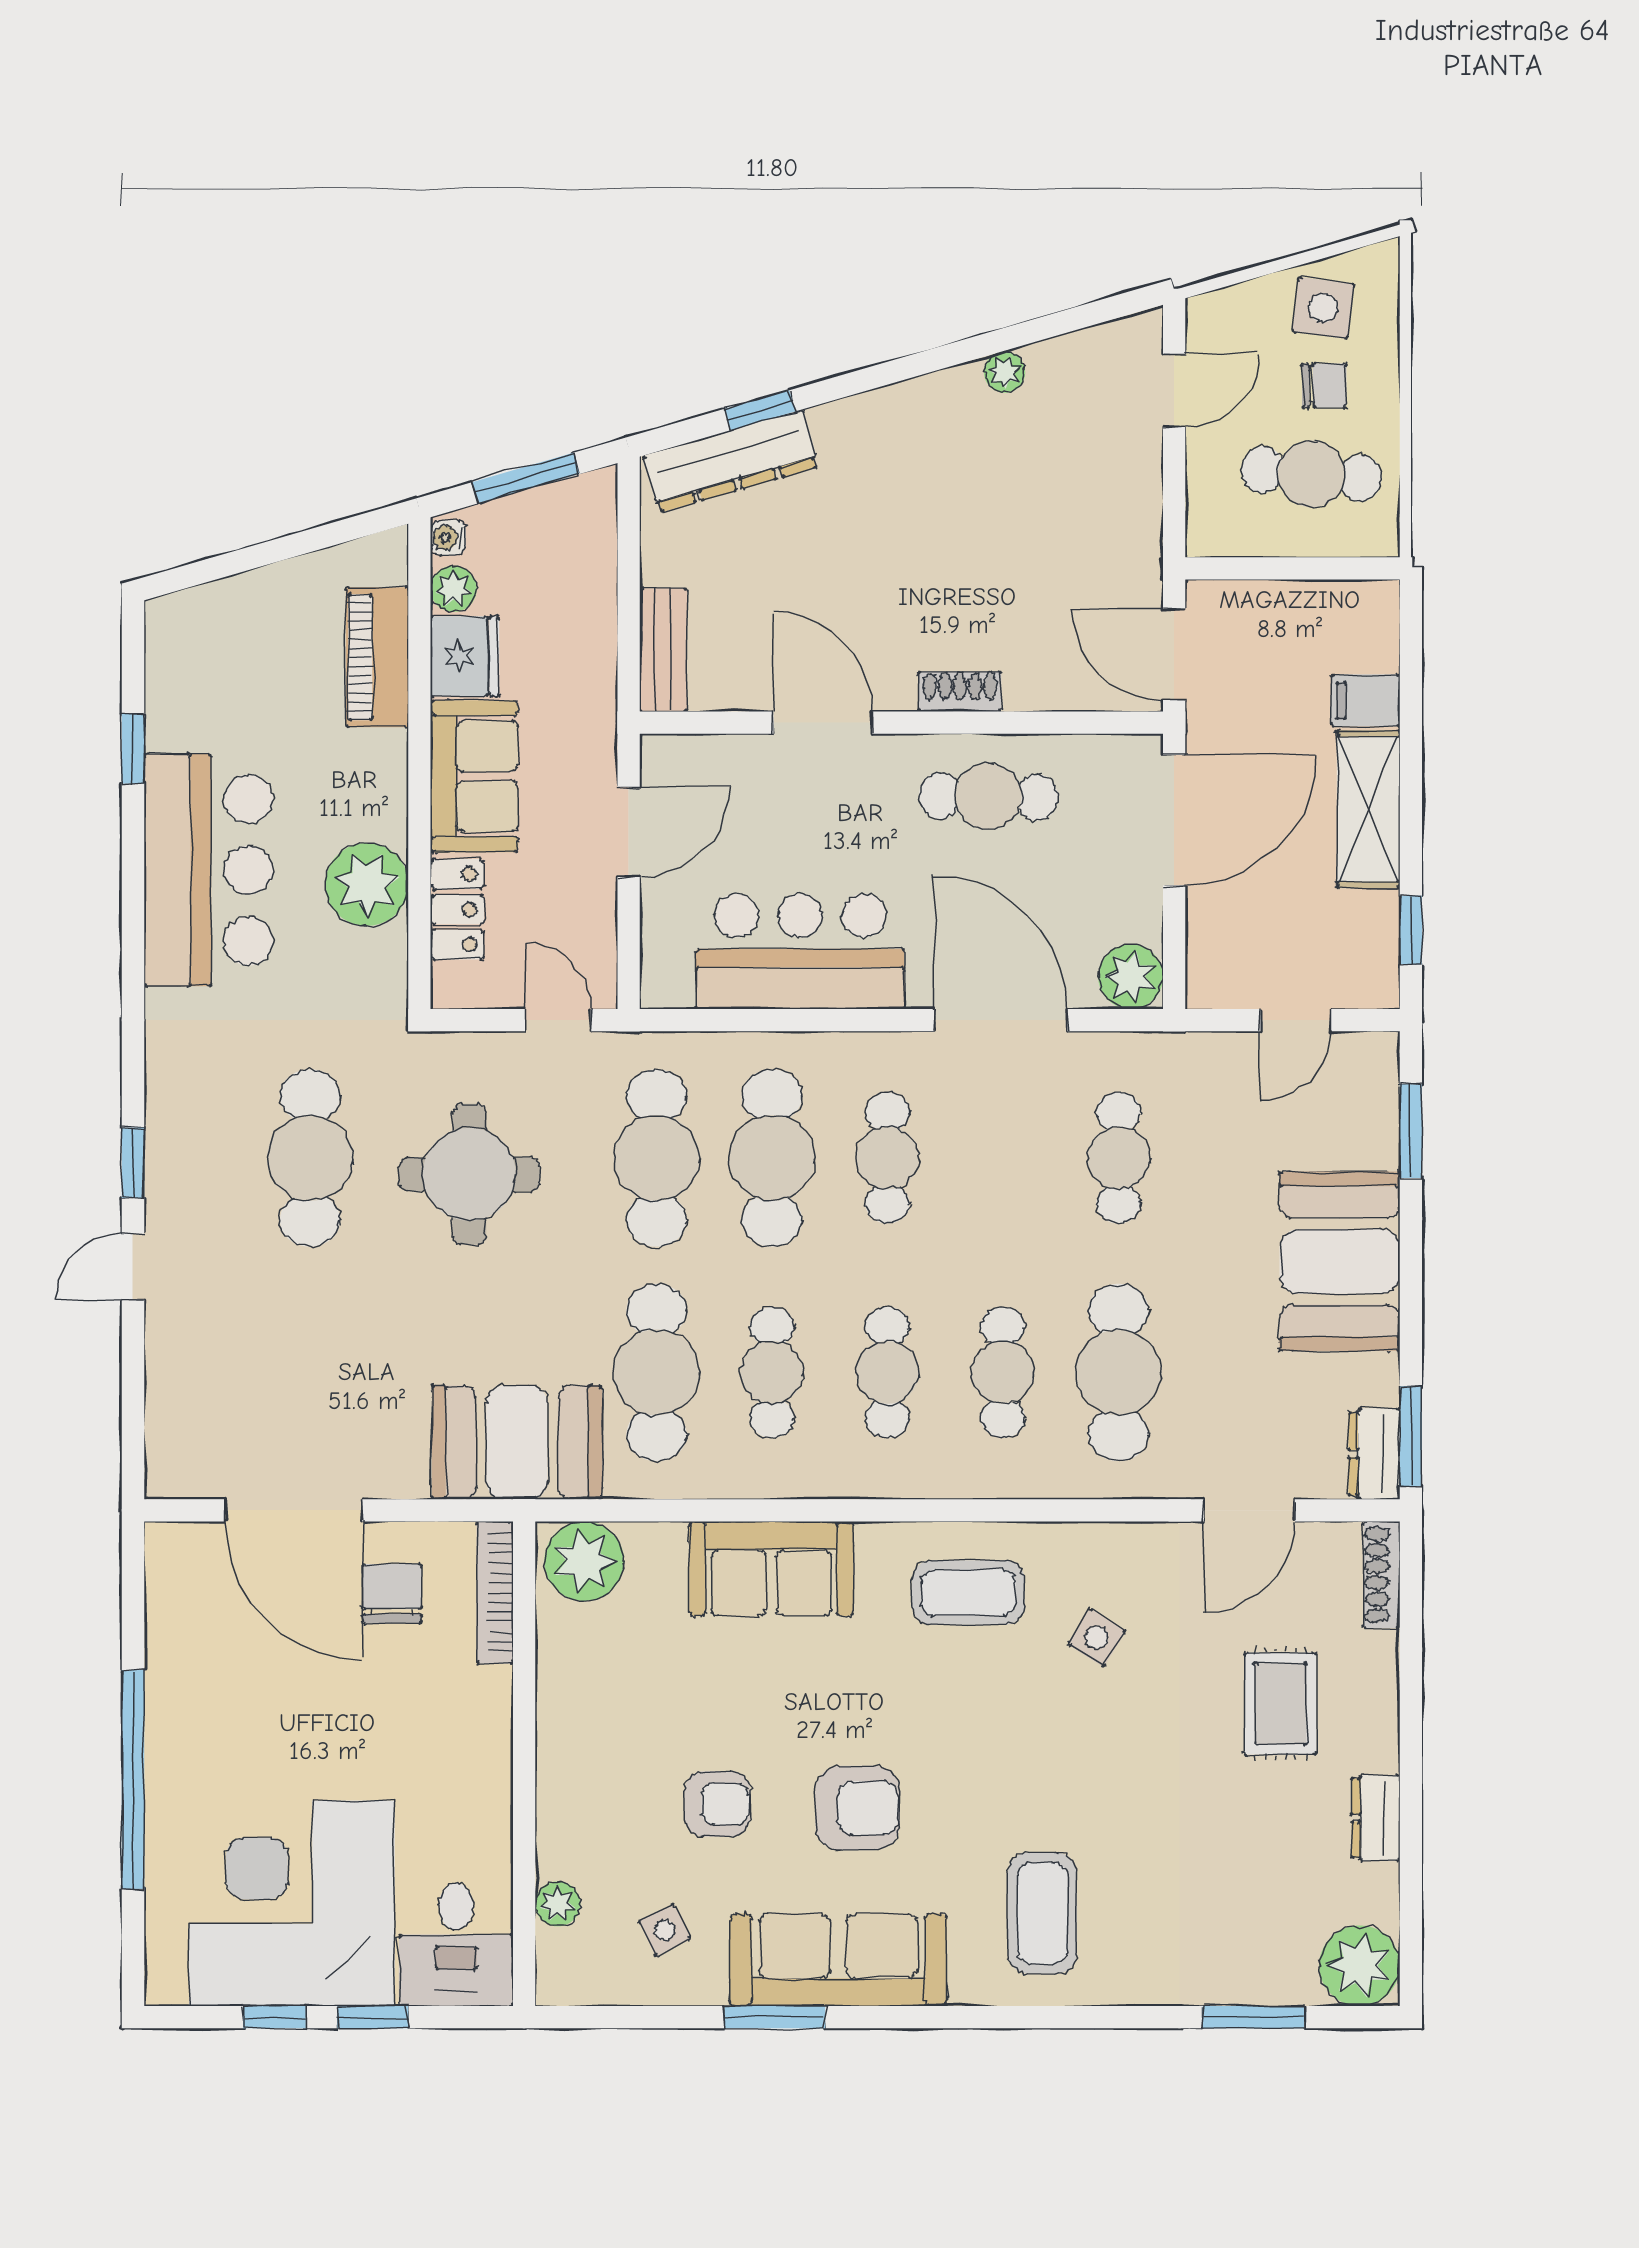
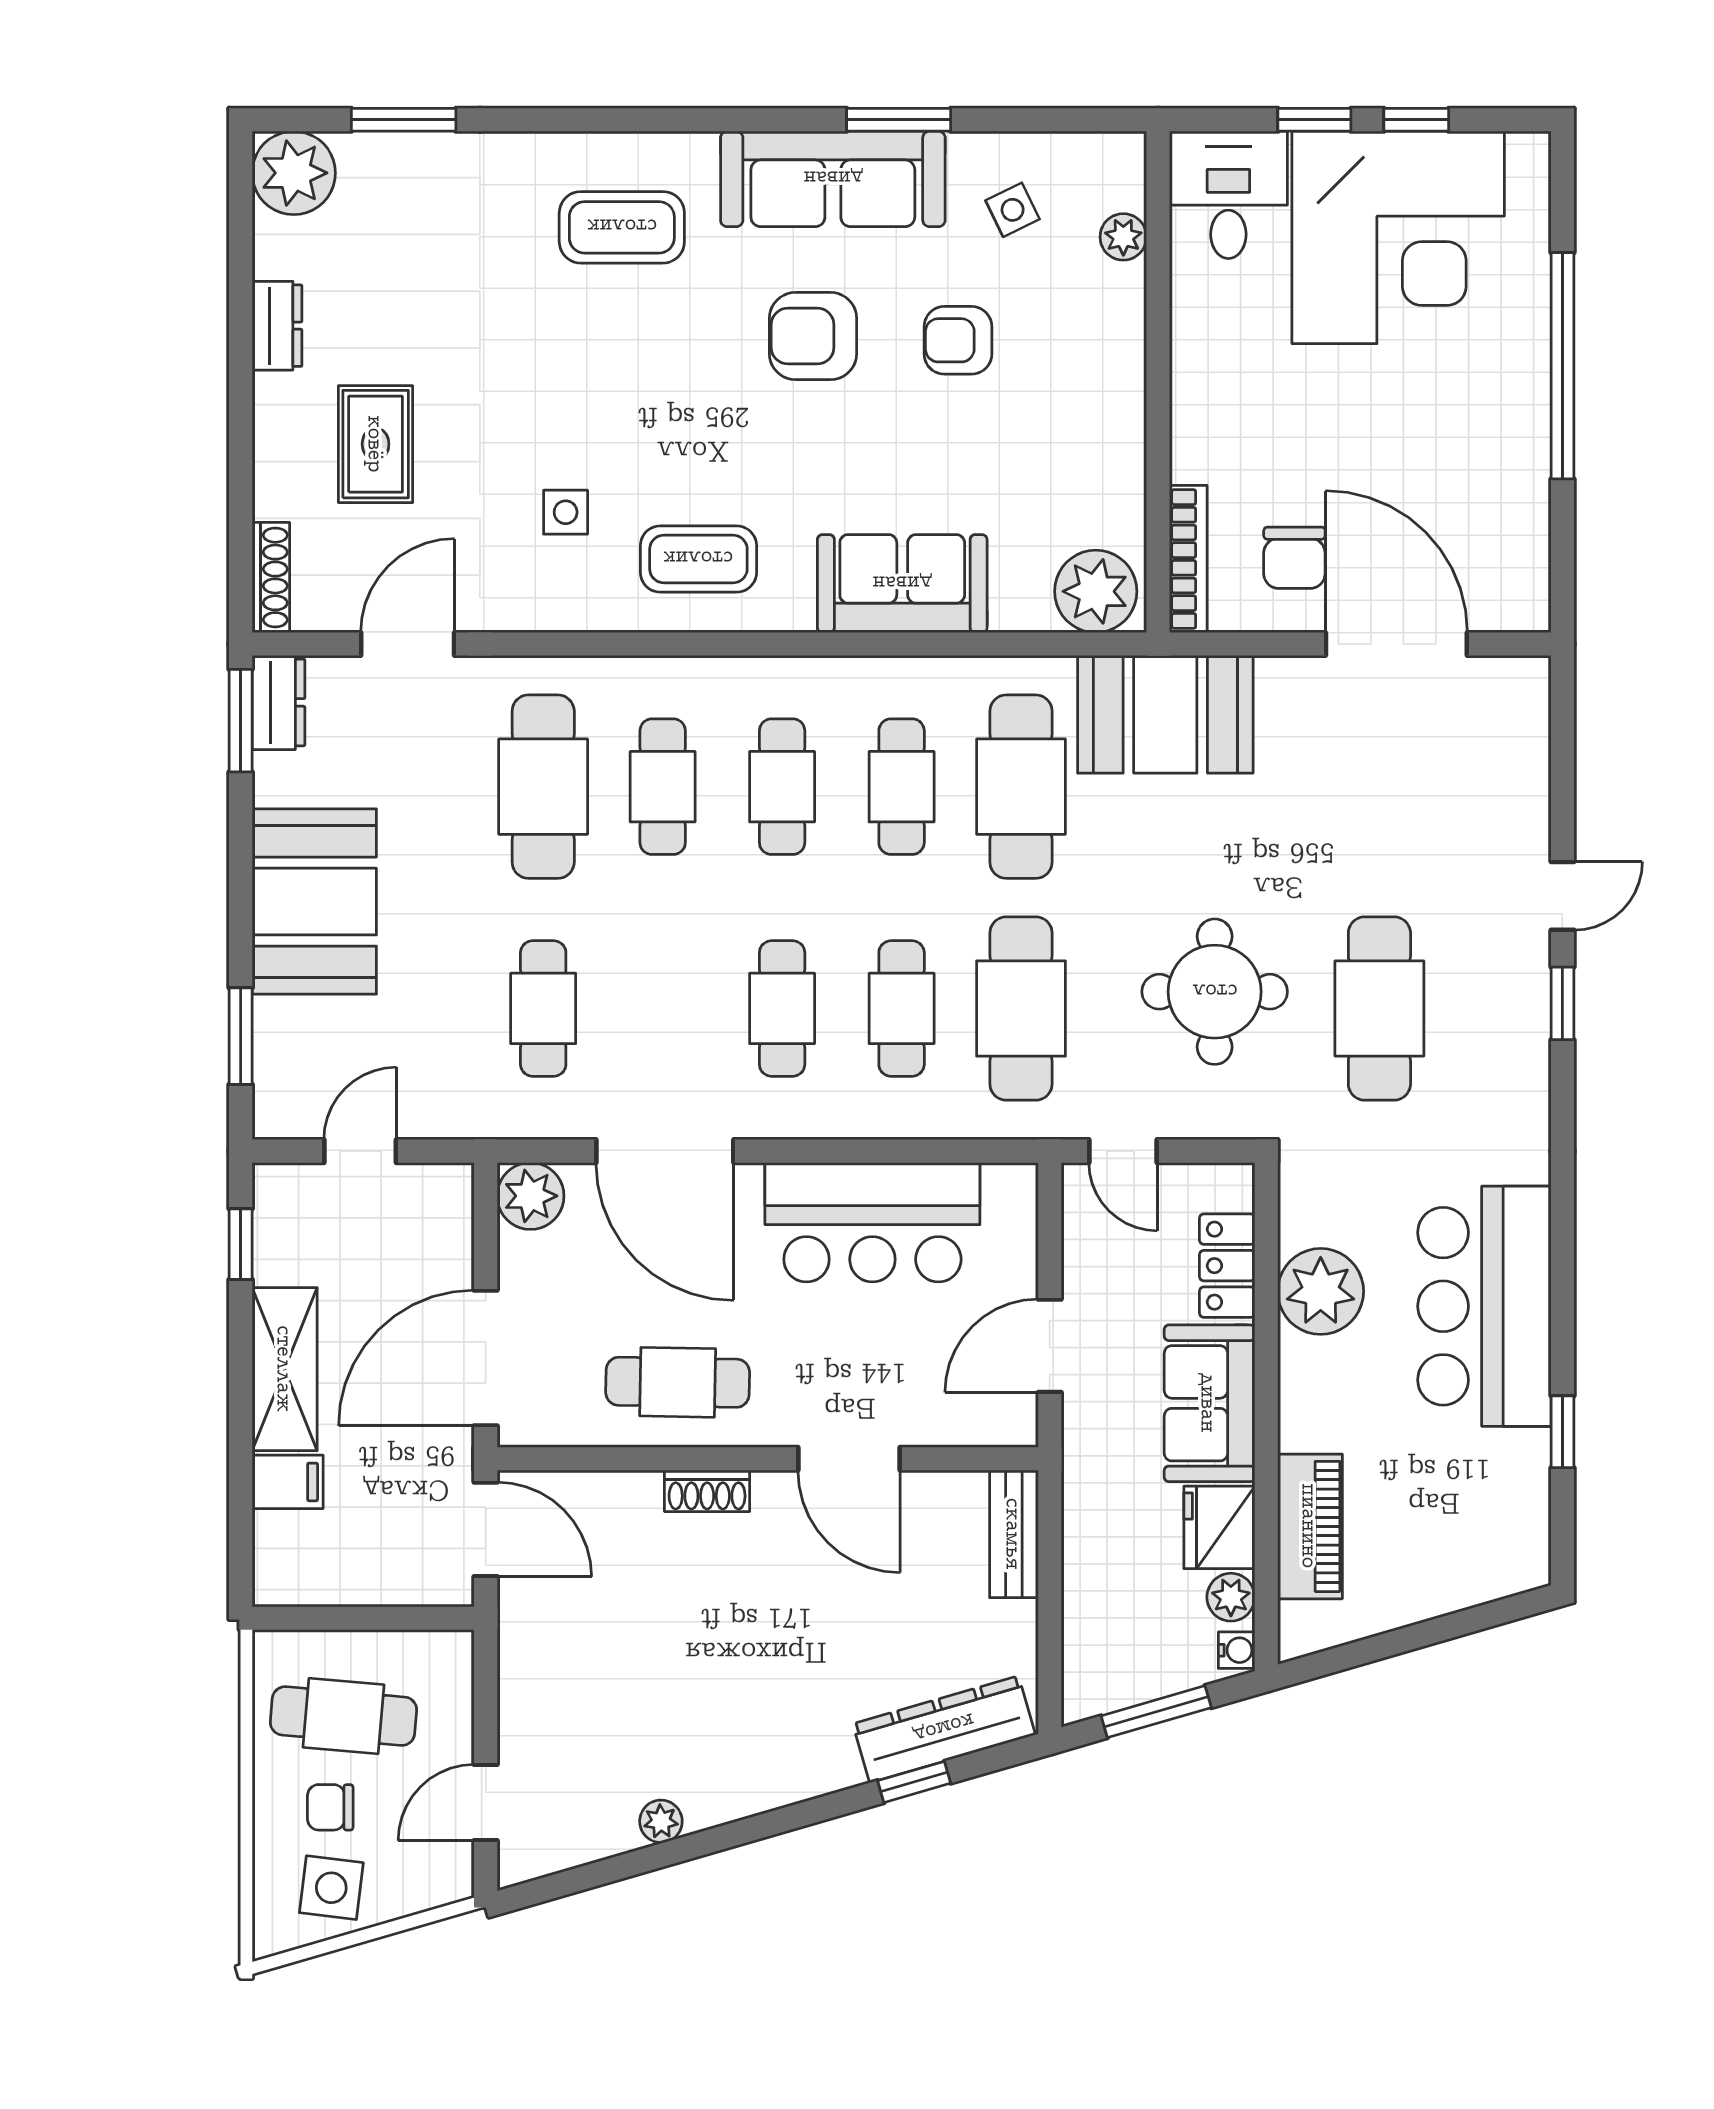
cafe table: (772, 1158) -> (902, 1008), width x0.73, depth x0.74
side table: (1097, 1638) -> (566, 512), turned -32
coffee table: (1042, 1913) -> (622, 227), turned 90

